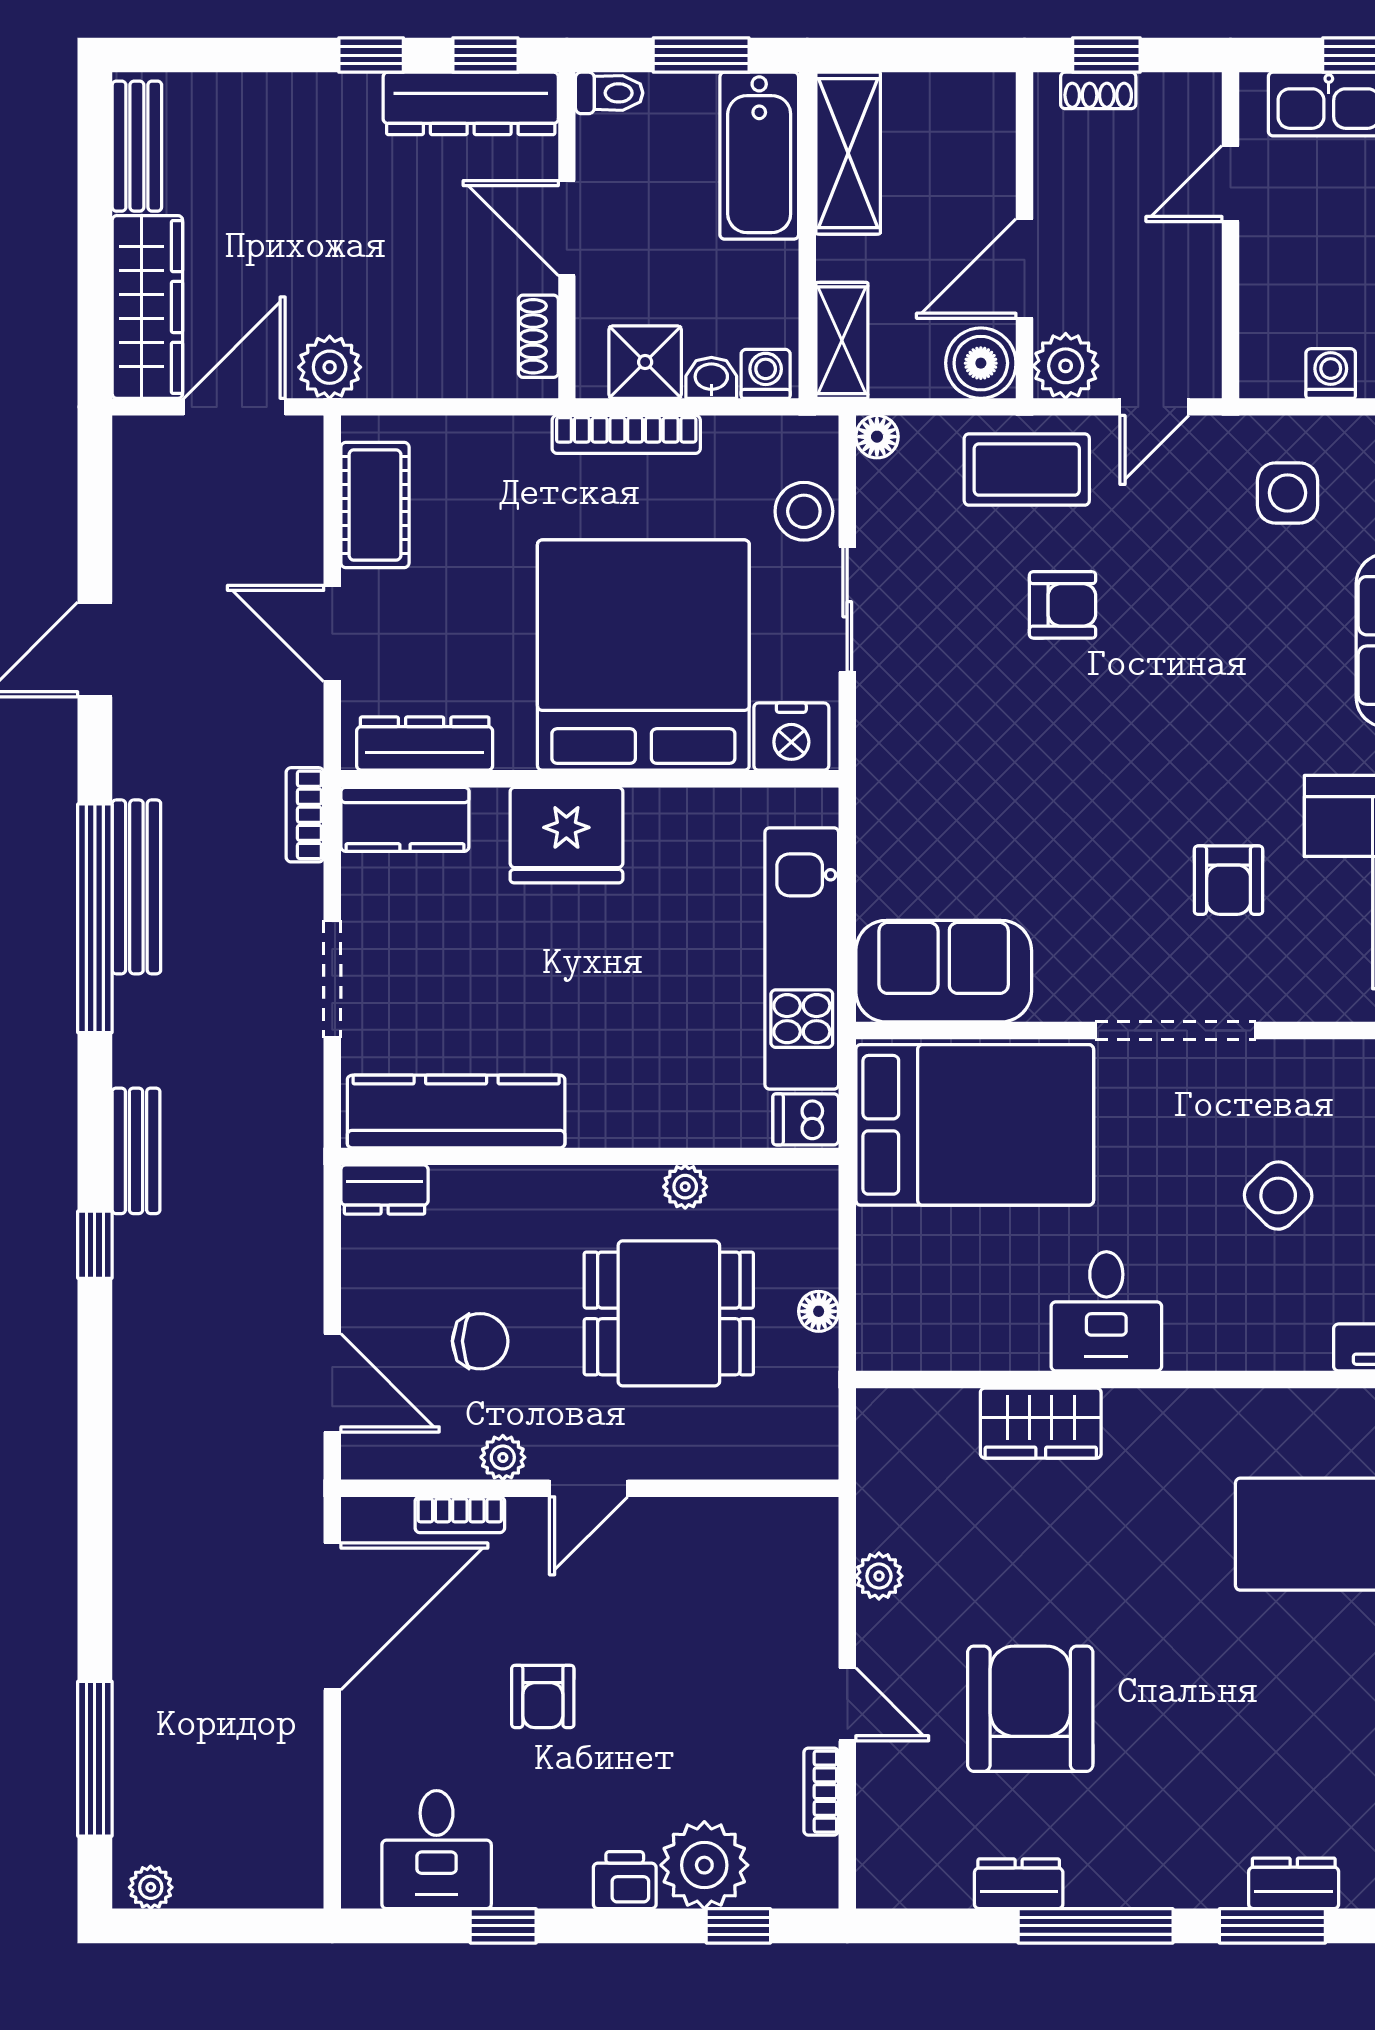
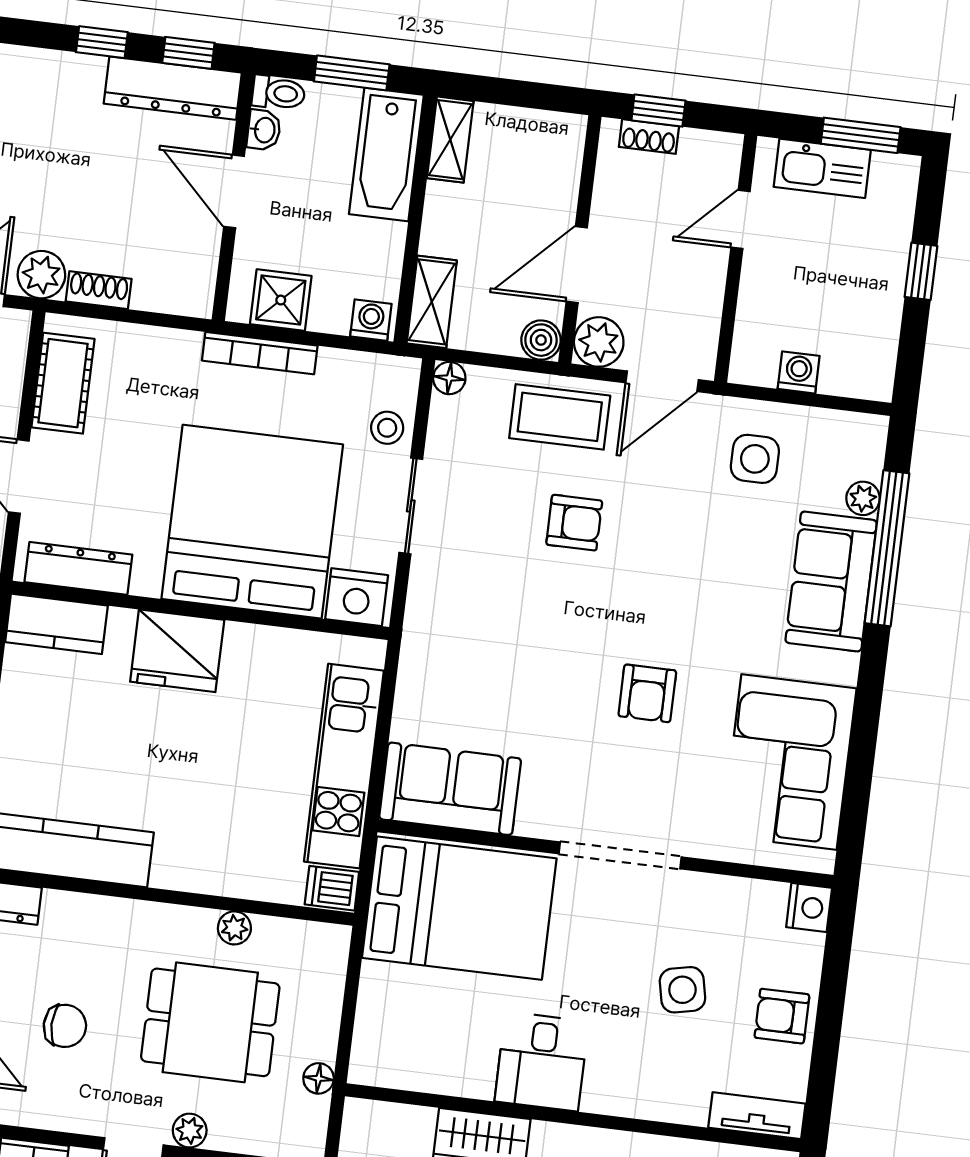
shelving: (848, 153) -> (450, 140), width x0.67, depth x0.75
shoe rack: (538, 336) -> (99, 290), moved, turned 90
boiler: (981, 363) -> (541, 340), width x0.73, depth x0.73
washbasin: (711, 378) -> (264, 130), moved, turned 90
door: (1154, 407) -> (662, 381), width x1.38
stool: (804, 511) -> (387, 428), width x0.73, depth x0.73
armchair: (1229, 880) -> (647, 693), moved
side table: (1278, 1196) -> (682, 990), turned 32
floor lamp: (819, 1311) -> (319, 1078), moved
plant: (503, 1457) -> (190, 1131), moved

